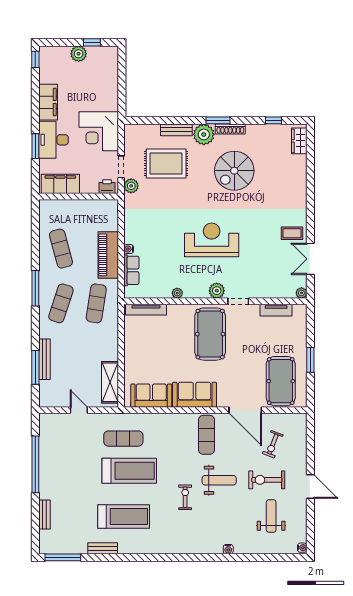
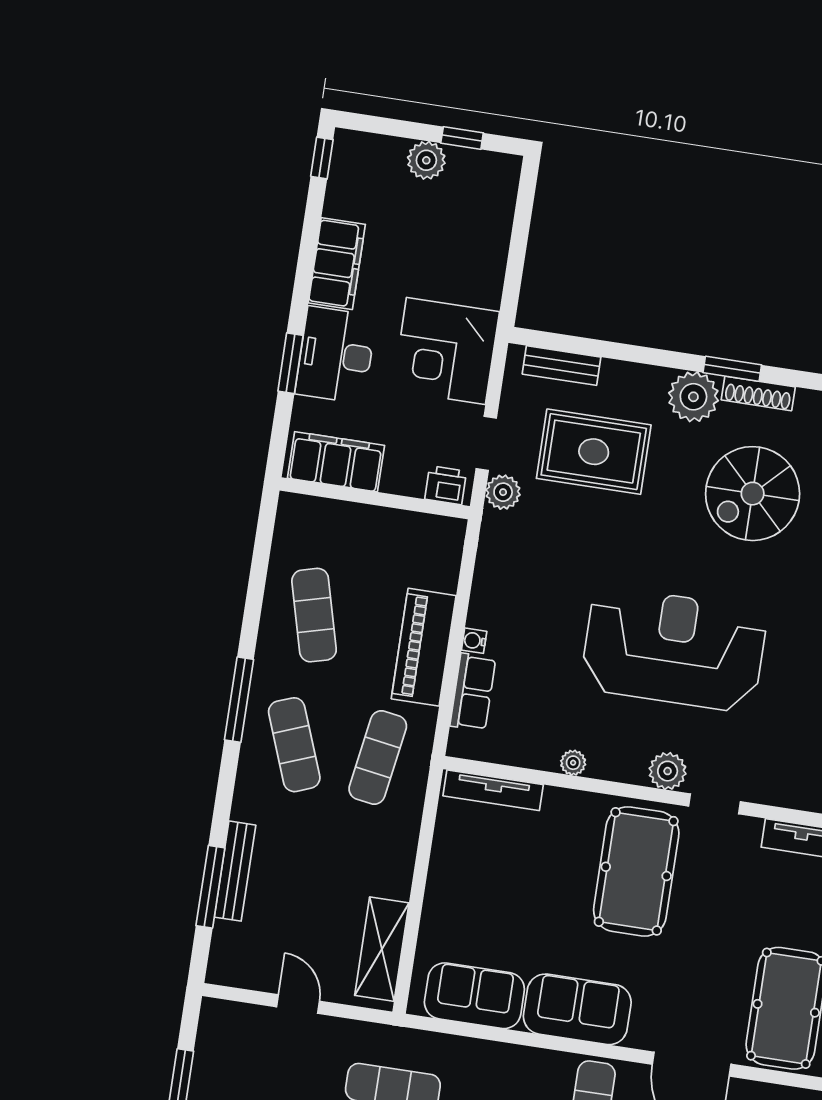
bench: (176, 130) -> (562, 366), moved
reception desk: (212, 240) -> (674, 649), width x1.36, depth x1.30
exercise mat: (61, 303) -> (294, 745), turned -39

